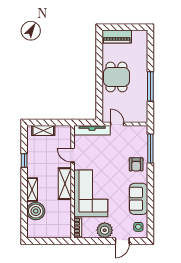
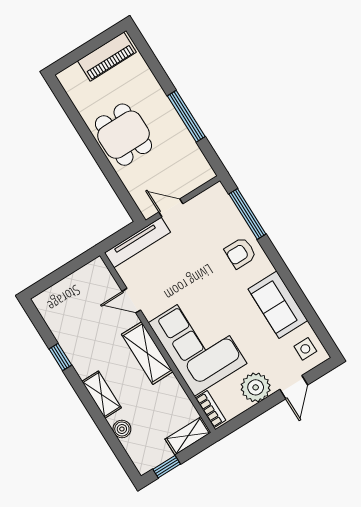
piano: (117, 37) -> (107, 57), moved
shelving: (43, 130) -> (188, 436), moved
armchair: (136, 164) -> (240, 253), turned 90
boiler: (36, 211) -> (122, 429), width x0.54, depth x0.54
window: (41, 241) -> (167, 467), added

